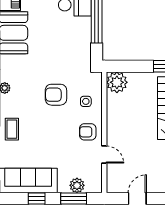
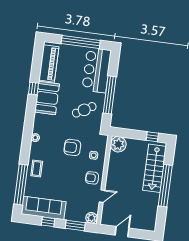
cafe table: (65, 42) -> (84, 110), added
door: (104, 155) -> (102, 196), hinge flipped
plant: (77, 185) -> (91, 218), moved

